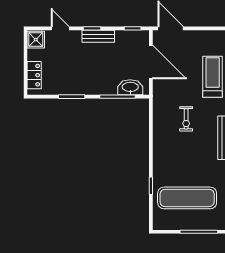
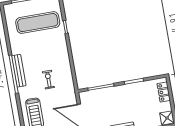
washbasin: (130, 87) -> (93, 95), removed

